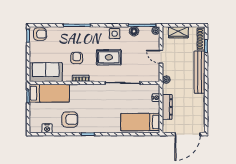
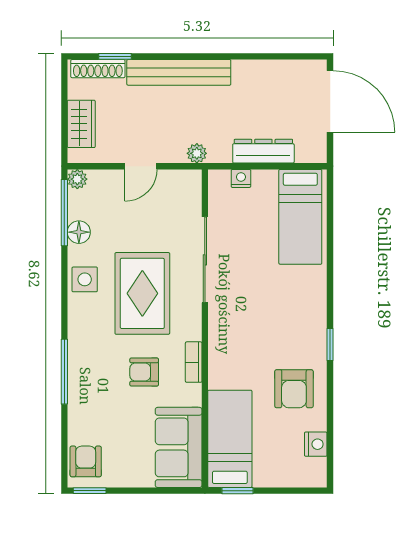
rug: (109, 57) -> (142, 293), width x1.36, depth x1.43
armchair: (70, 119) -> (294, 389), turned 180

